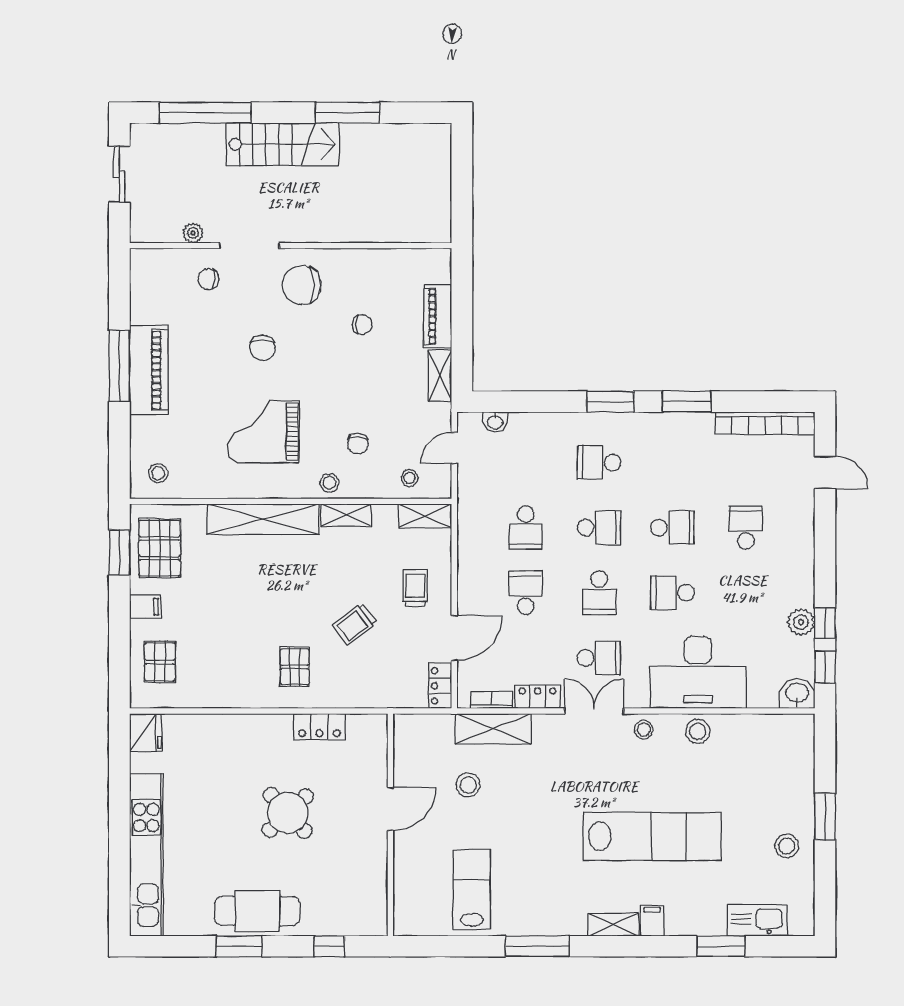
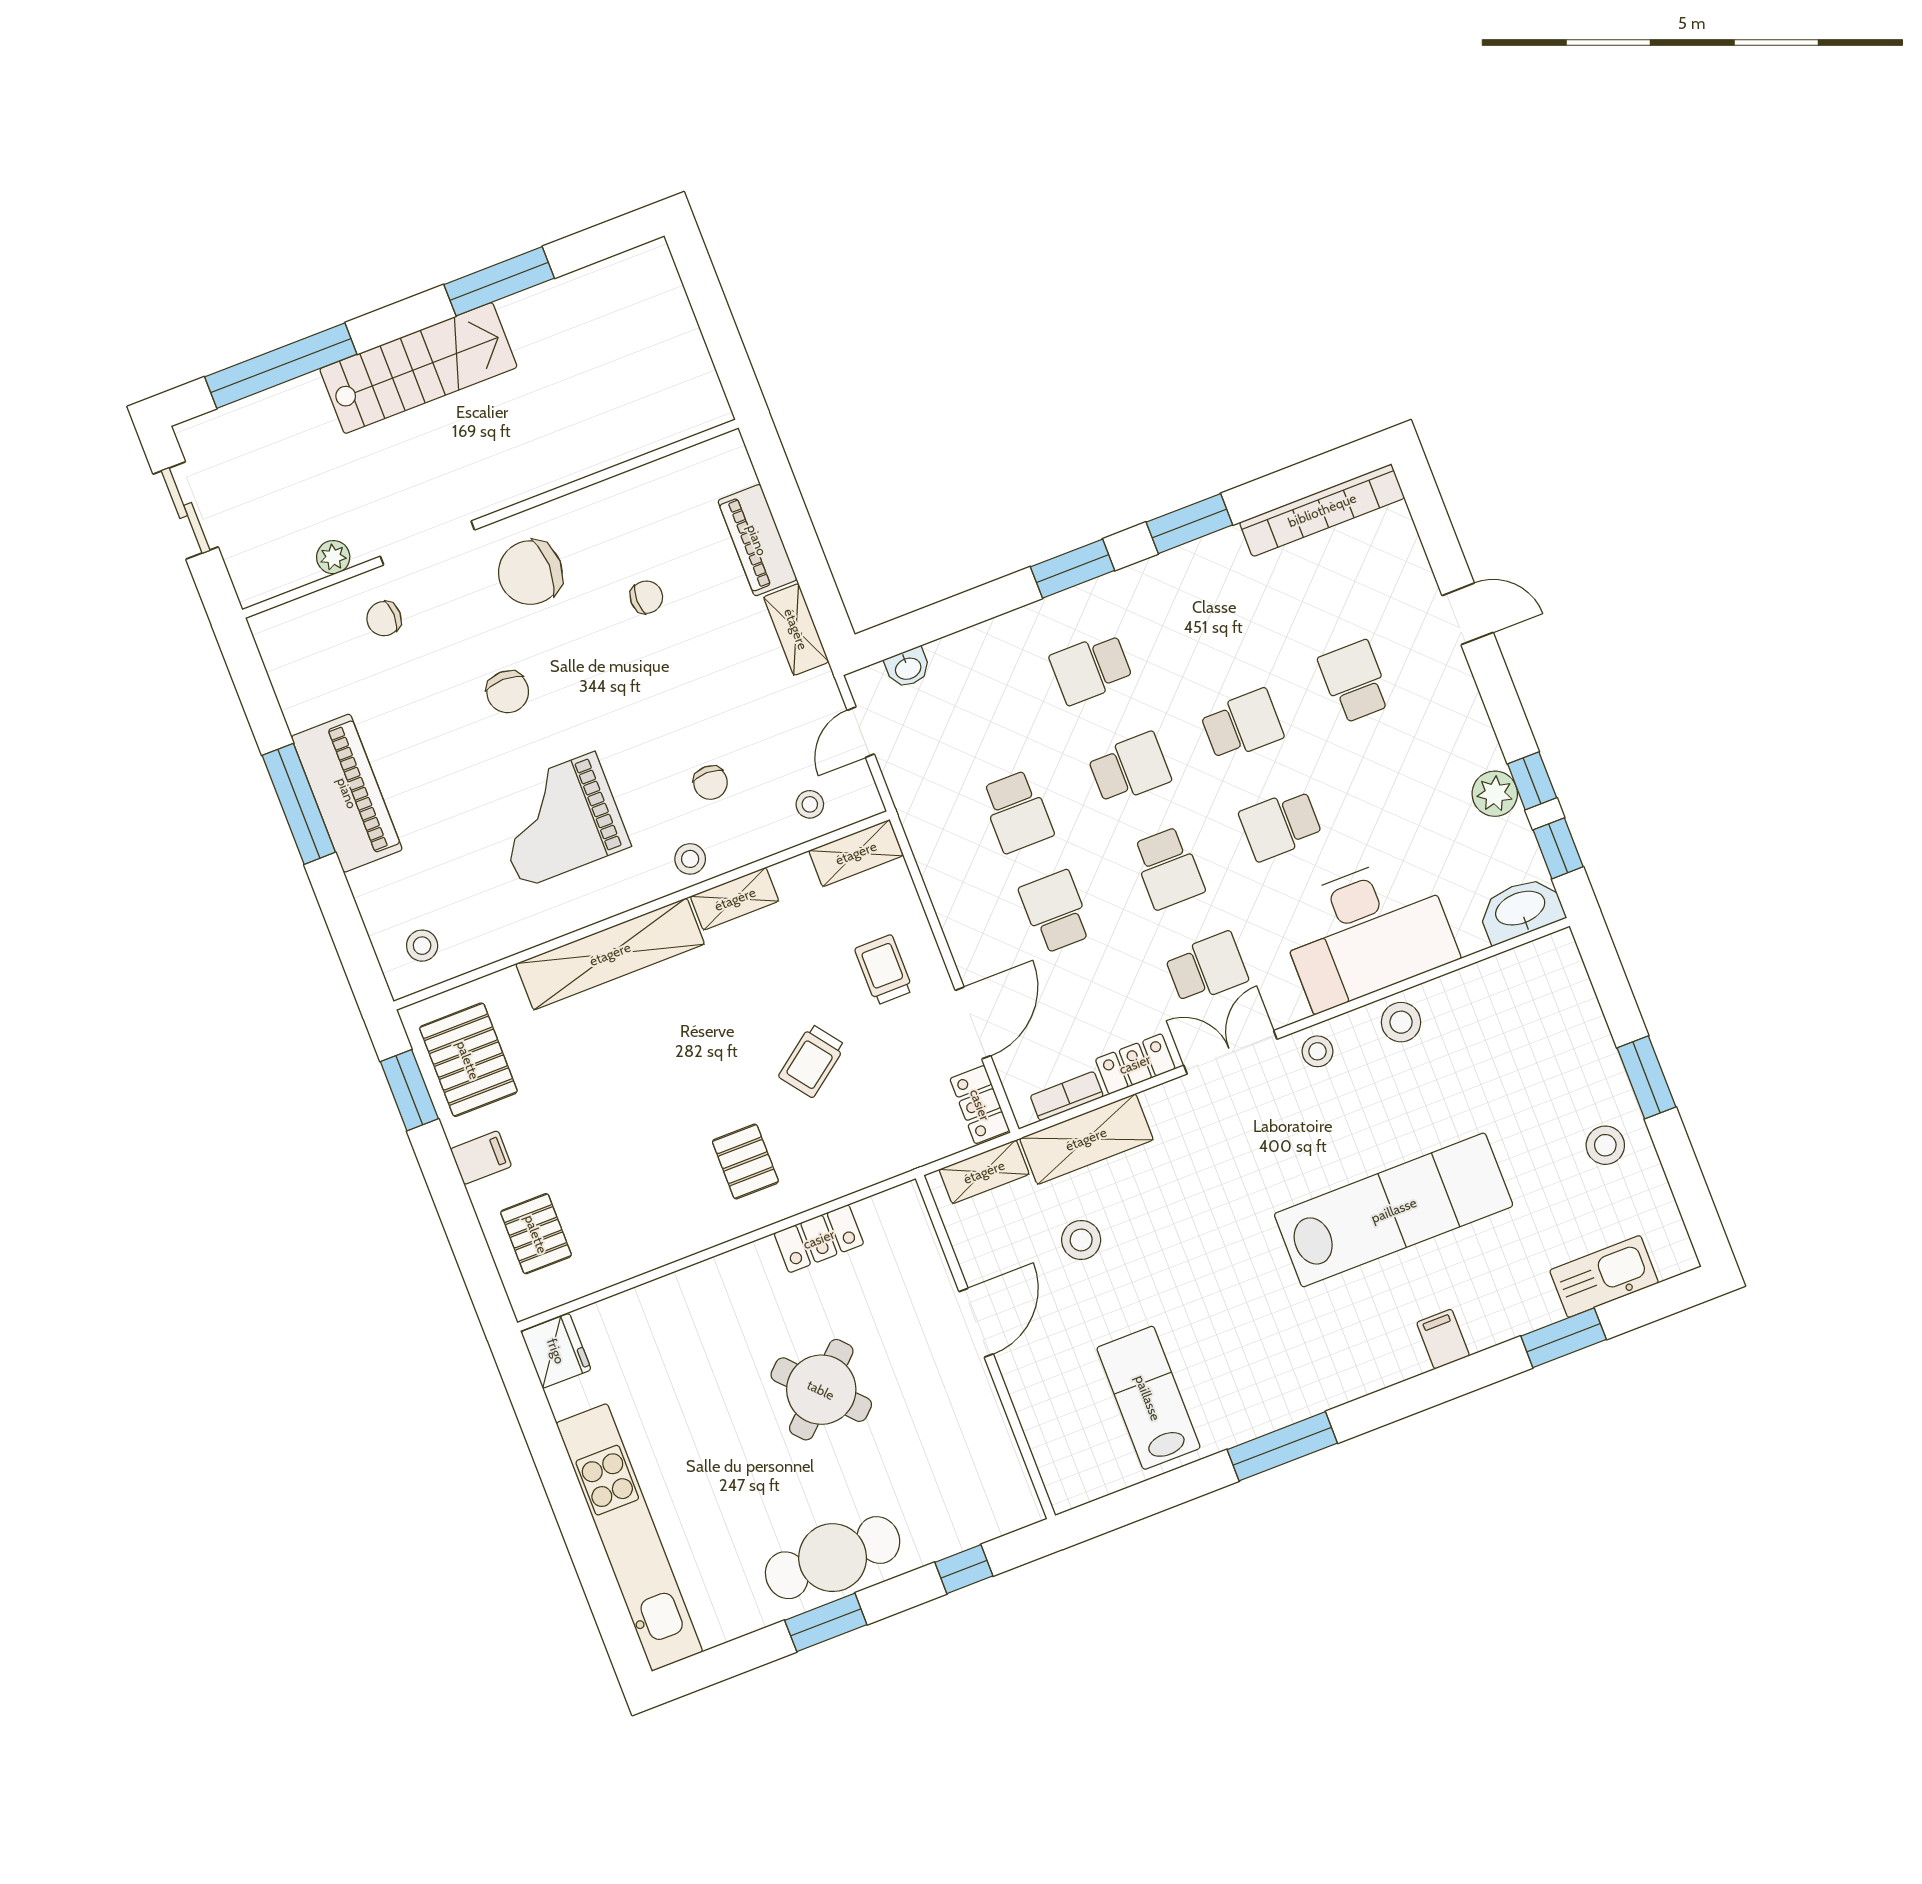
door: (825, 473) -> (1468, 614), moved
washbasin: (797, 694) -> (1521, 909), width x1.38
shelving: (613, 925) -> (984, 1172), moved

